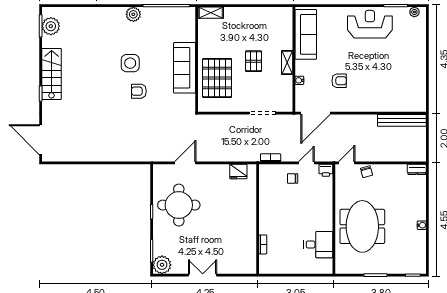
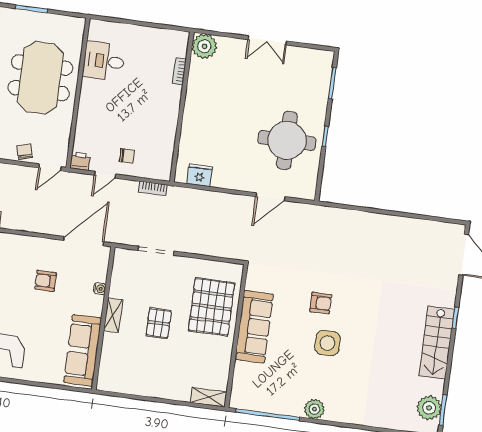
plant: (162, 265) -> (204, 46), moved

